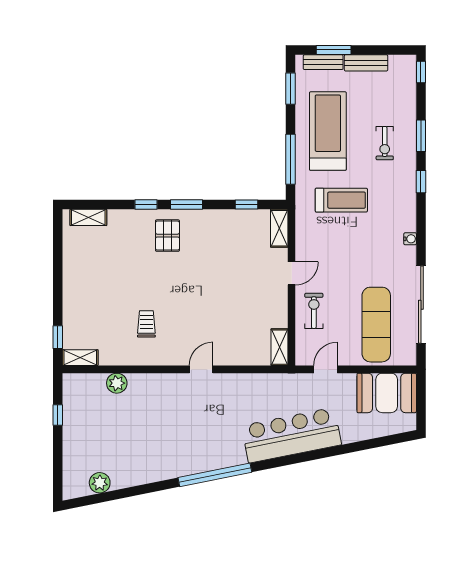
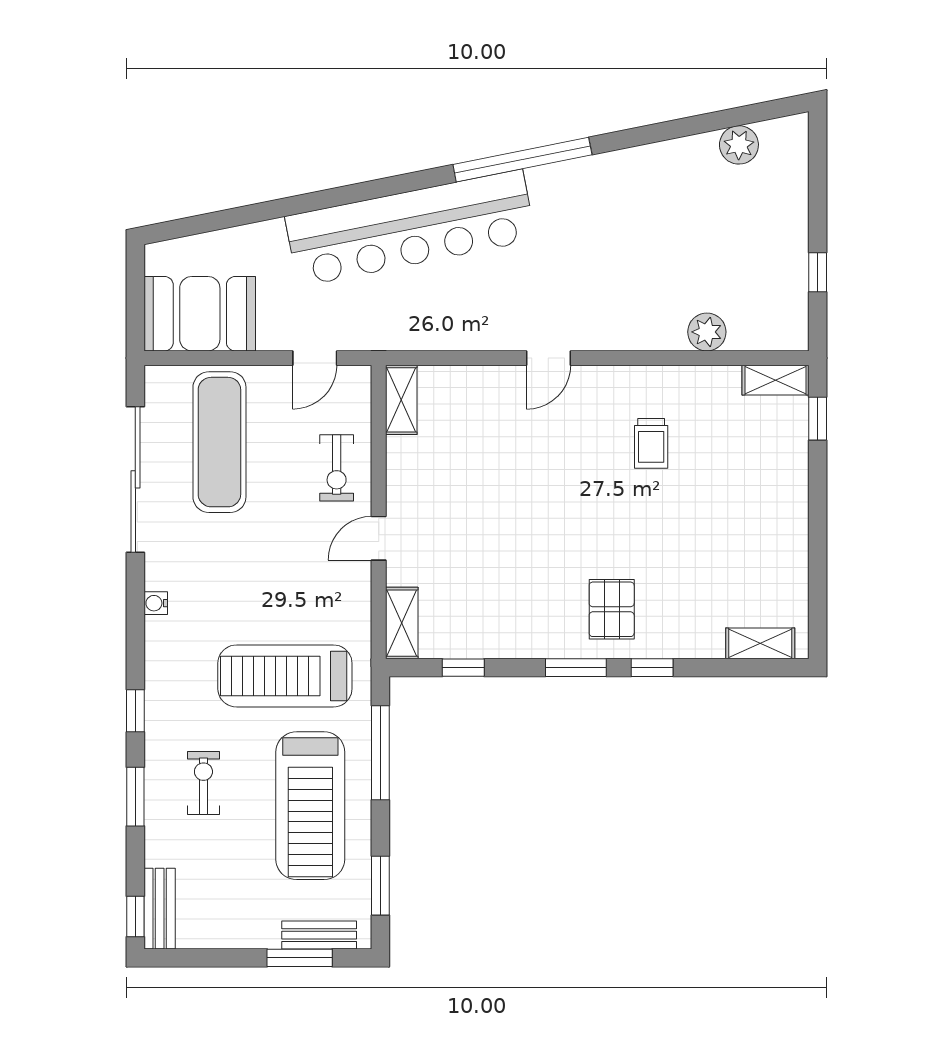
bench: (366, 63) -> (160, 909), moved, turned 90
treadmill: (341, 200) -> (285, 676), width x1.37, depth x1.38
bar counter: (291, 435) -> (410, 228), width x1.36

